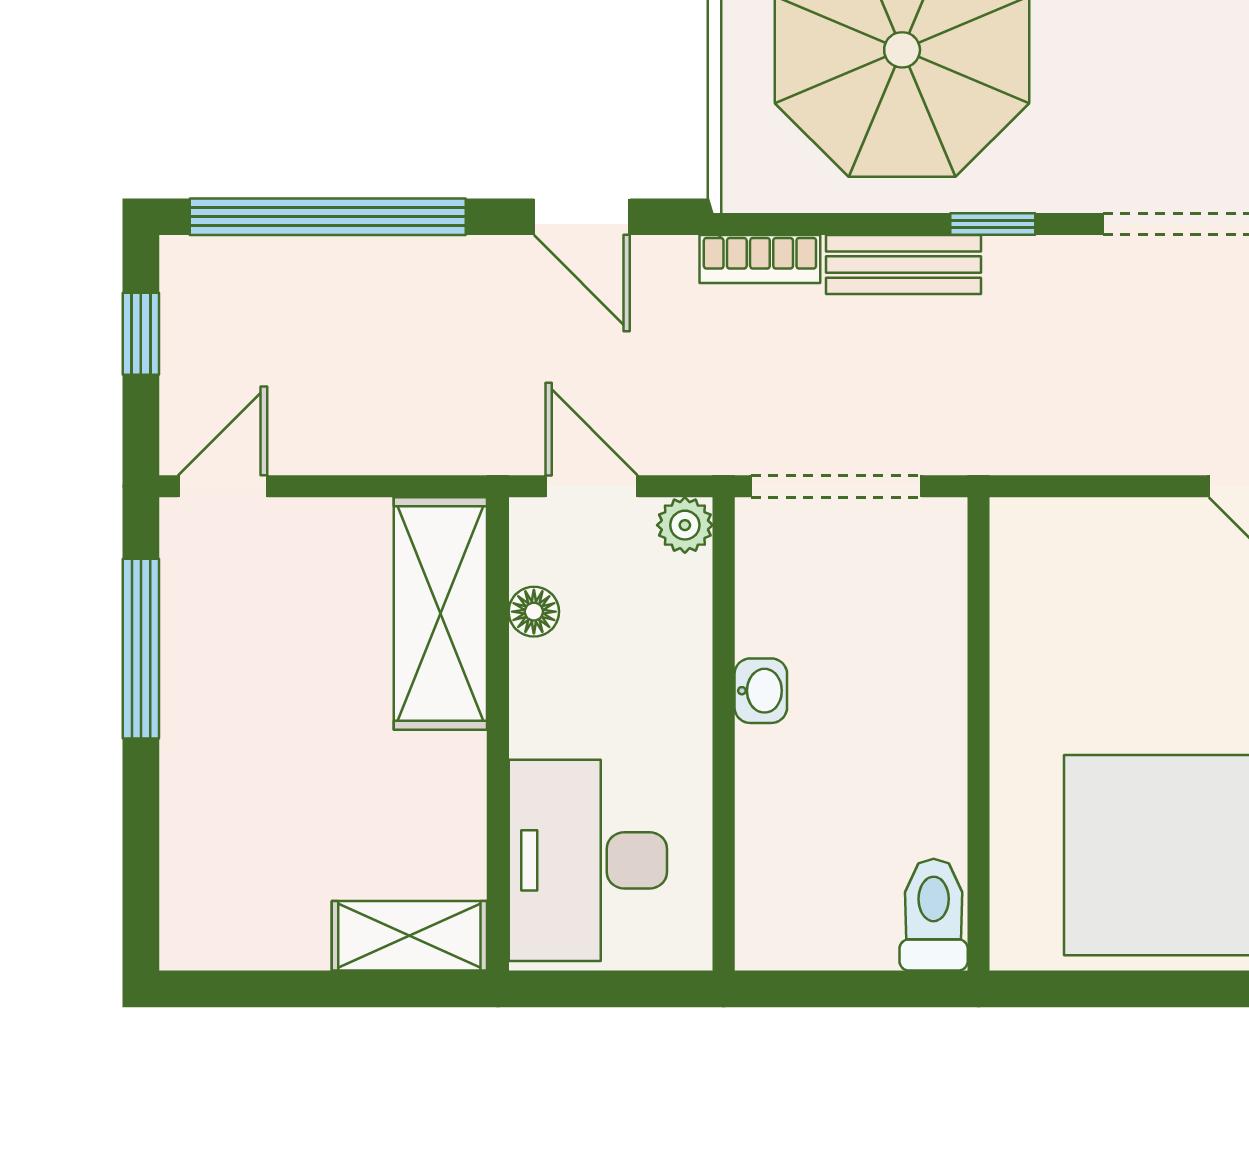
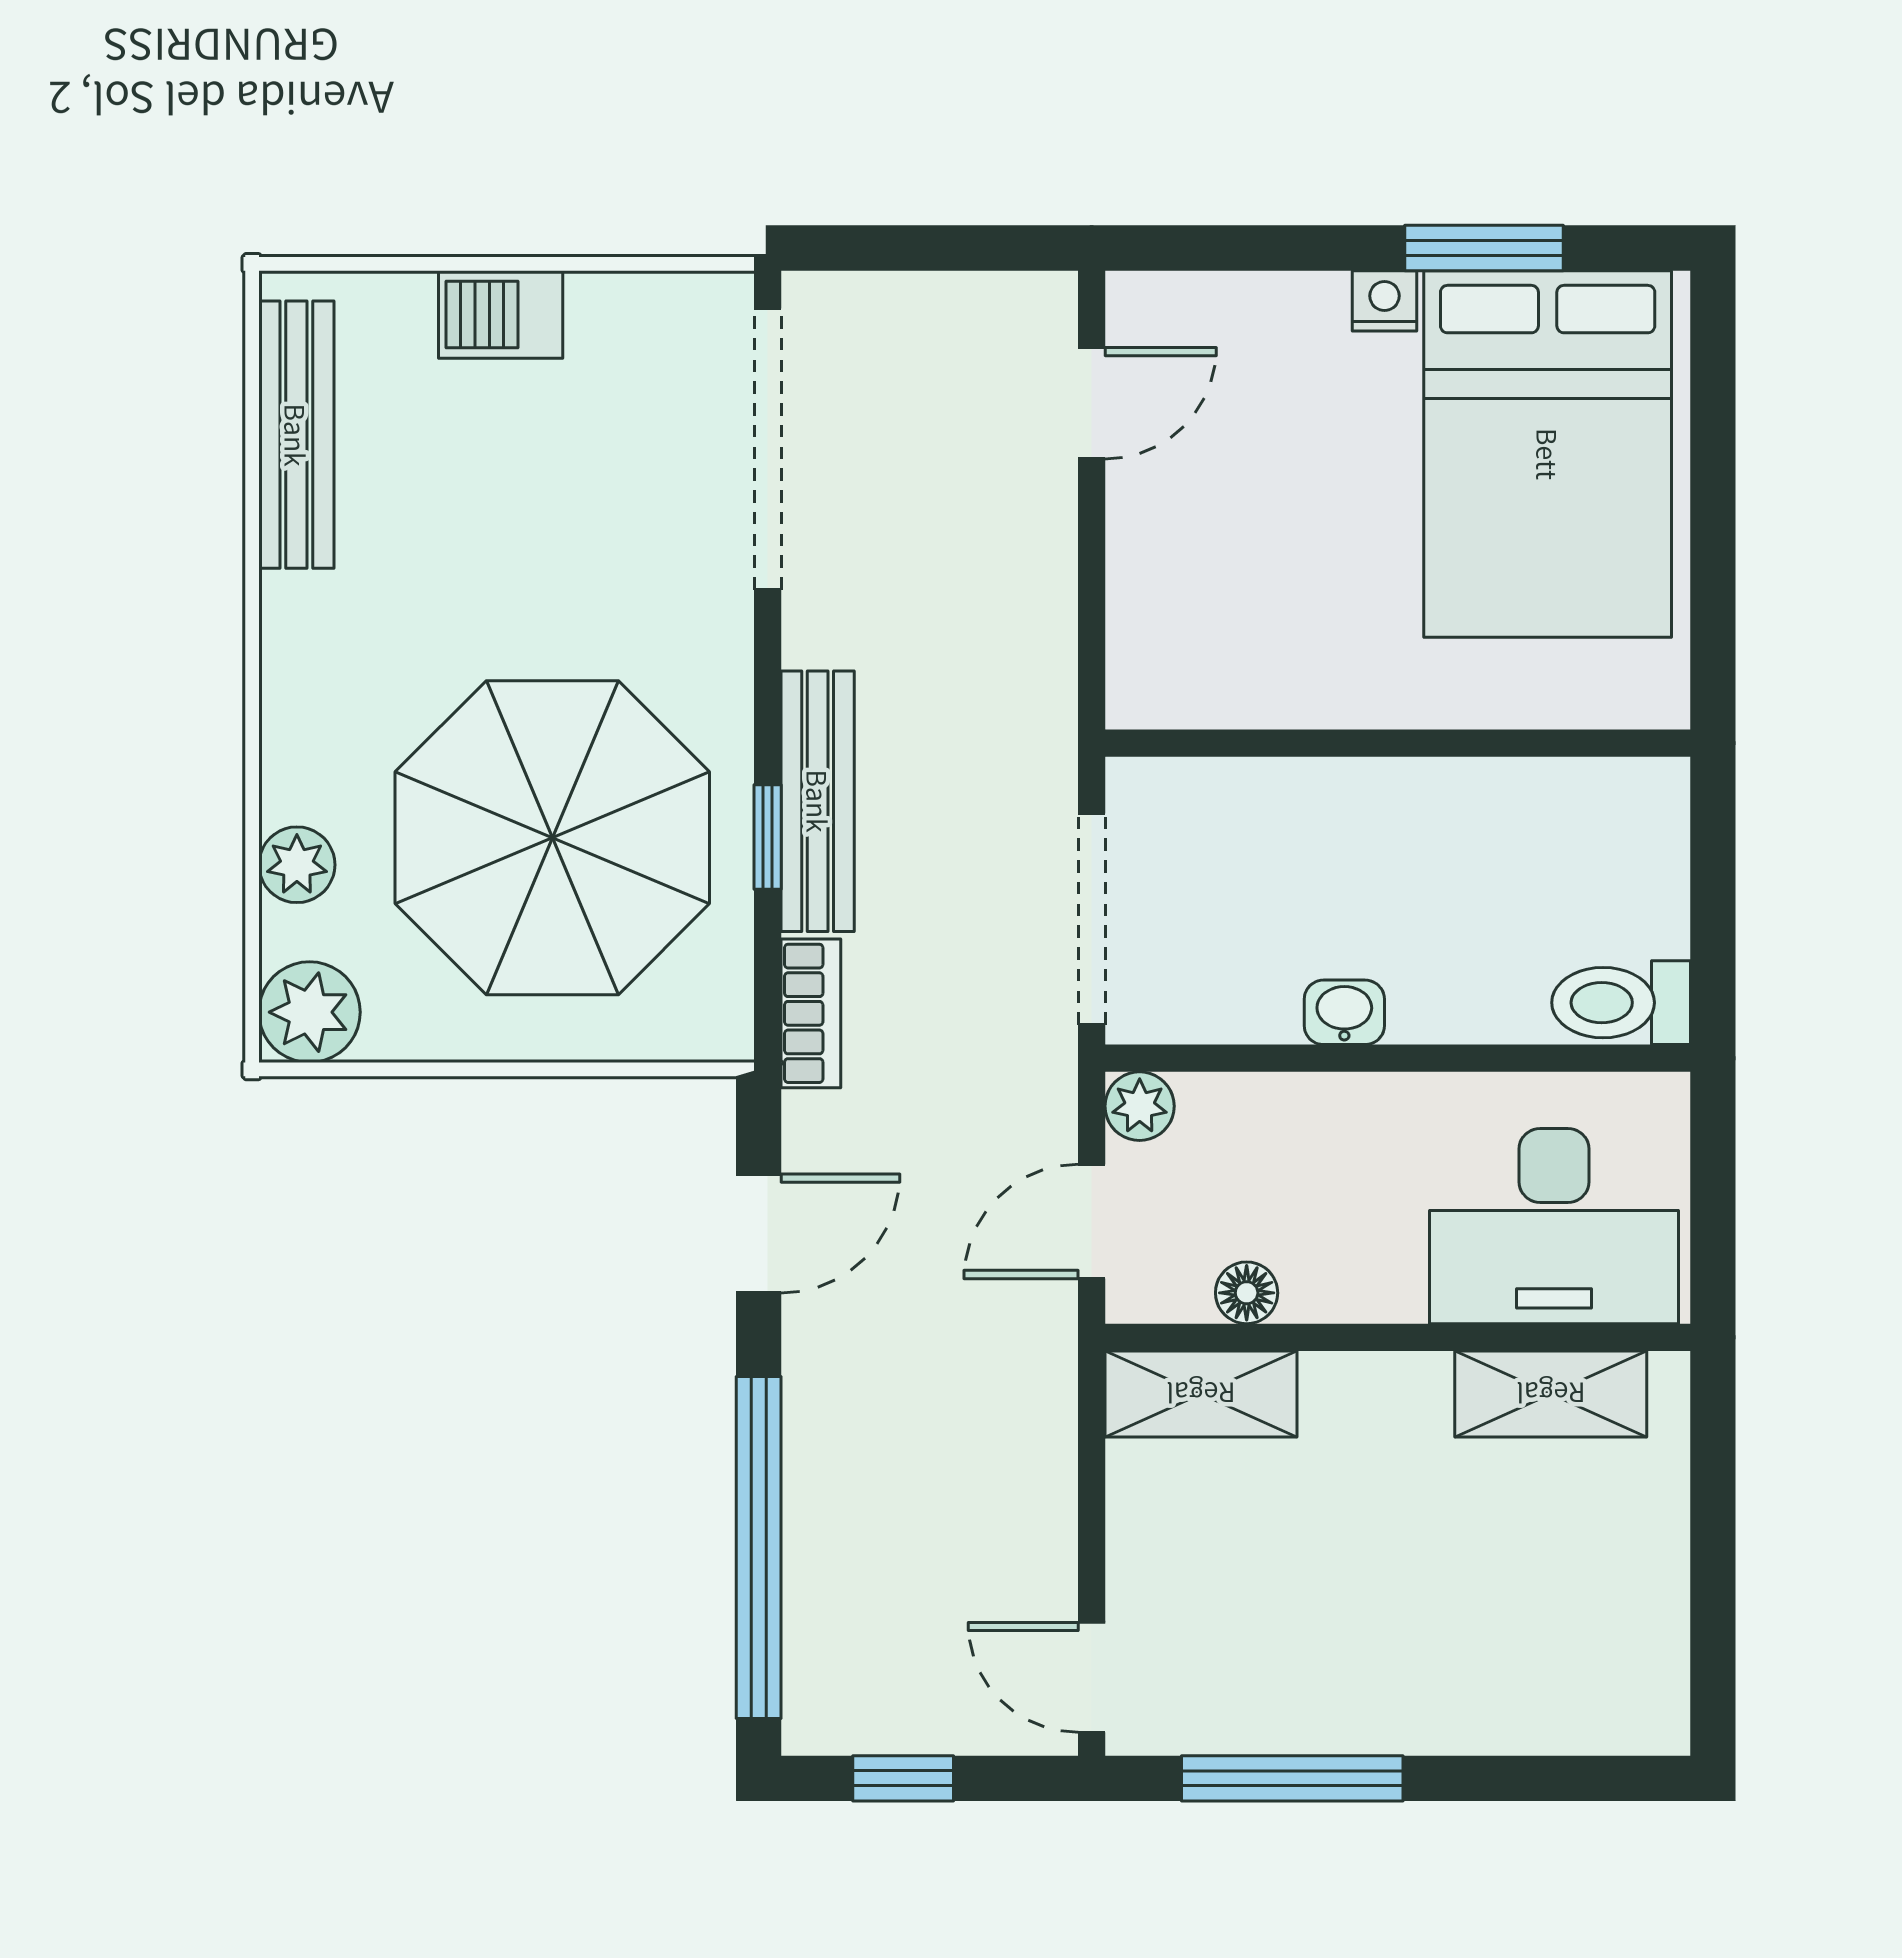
window: (993, 224) -> (768, 837), moved
bench: (903, 265) -> (818, 801), width x1.36
shelving: (440, 614) -> (1201, 1394), width x0.67, depth x0.75
toilet: (934, 915) -> (1621, 1003), moved
shelving: (409, 936) -> (1551, 1394), moved, turned 90

